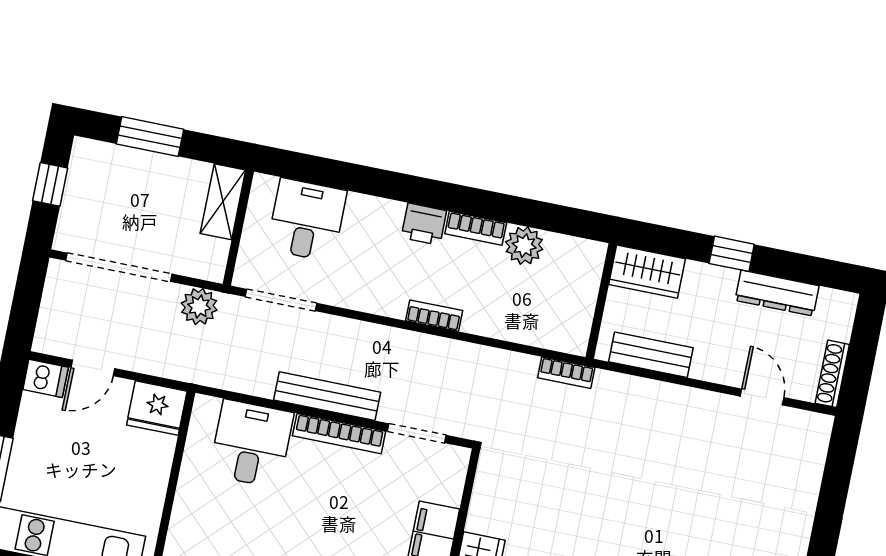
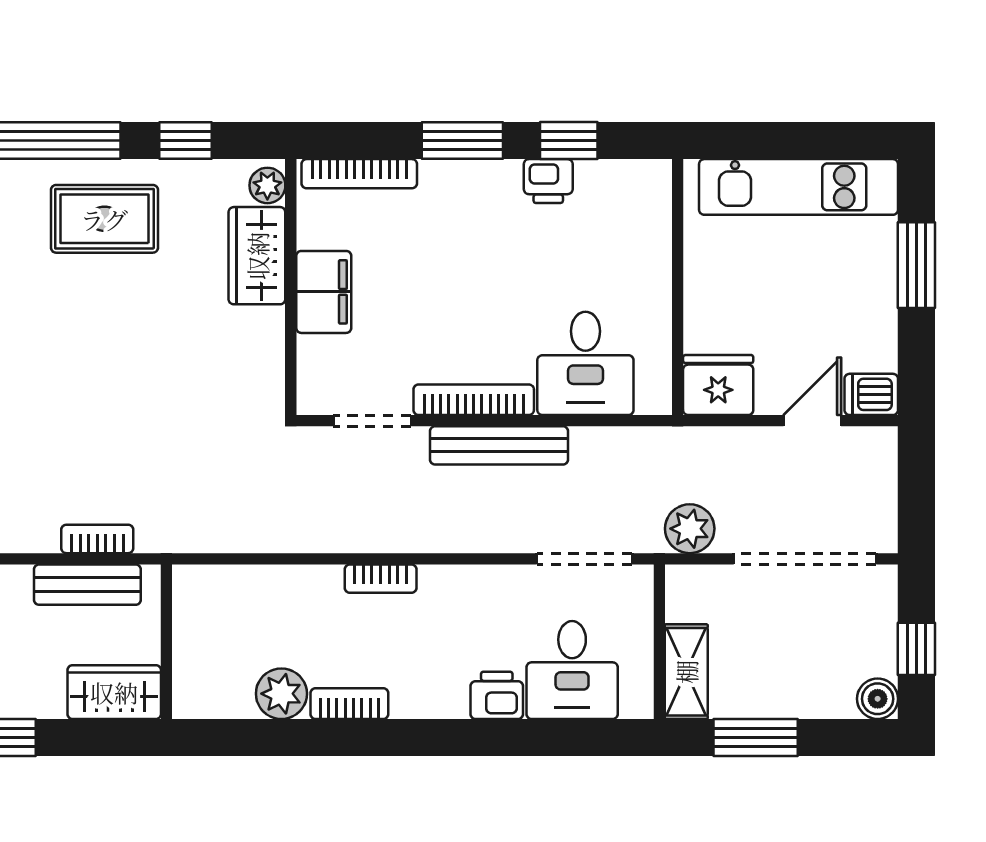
window: (150, 137) -> (756, 738), moved
boiler: (86, 153) -> (878, 699), added
printer: (424, 224) -> (497, 695), moved
bookcase: (566, 373) -> (97, 539), moved

